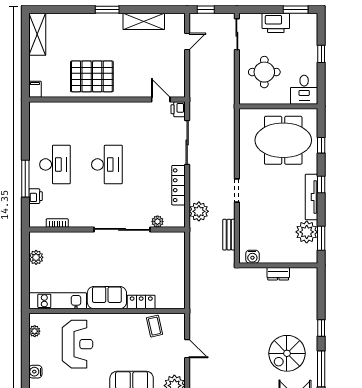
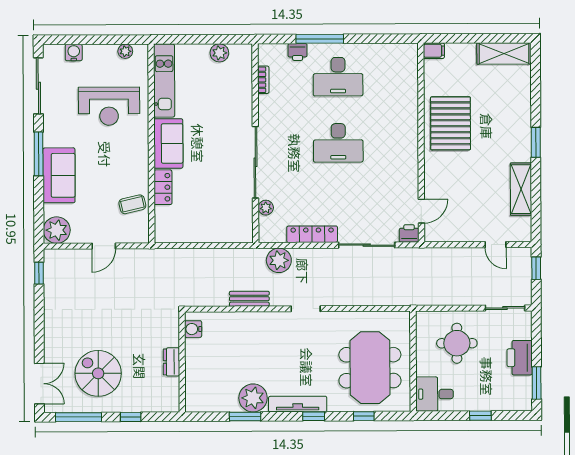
water cooler: (252, 257) -> (193, 329), moved
wall: (278, 265) -> (182, 362), moved
dresser: (278, 274) -> (171, 362), moved

